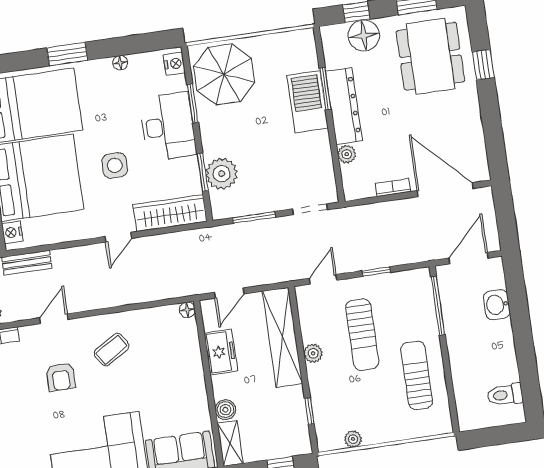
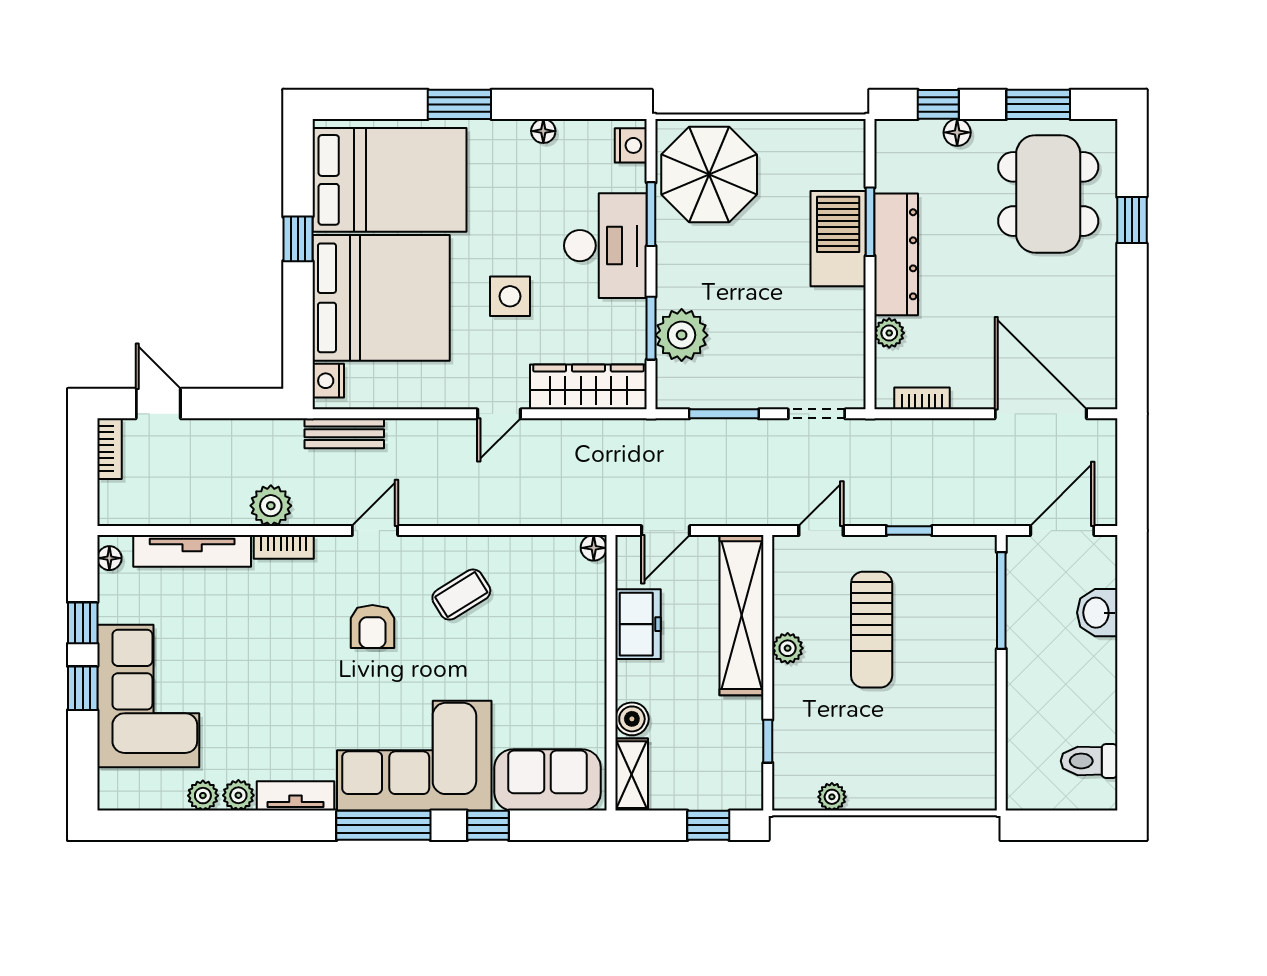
floor lamp: (364, 35) -> (957, 132), width x0.53, depth x0.53
bookcase: (393, 188) -> (922, 398), moved
sun lounger: (417, 375) -> (950, 708), removed

